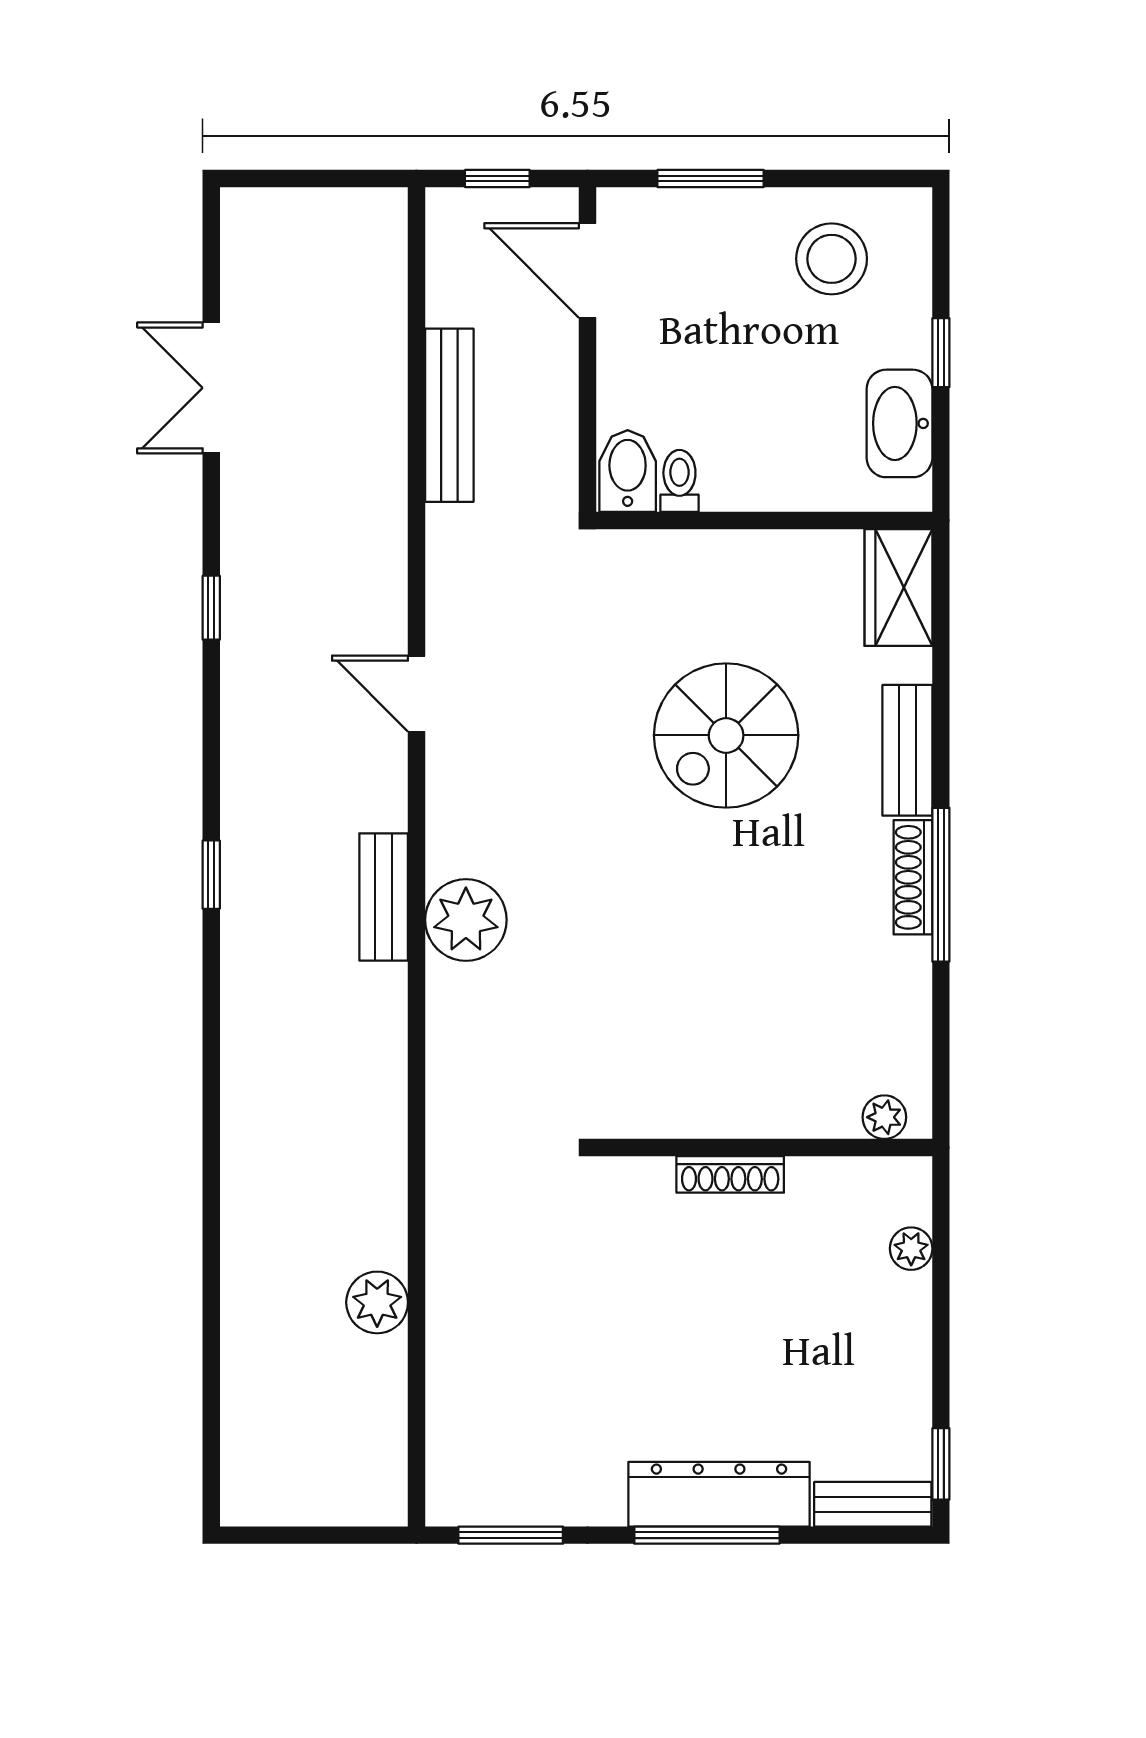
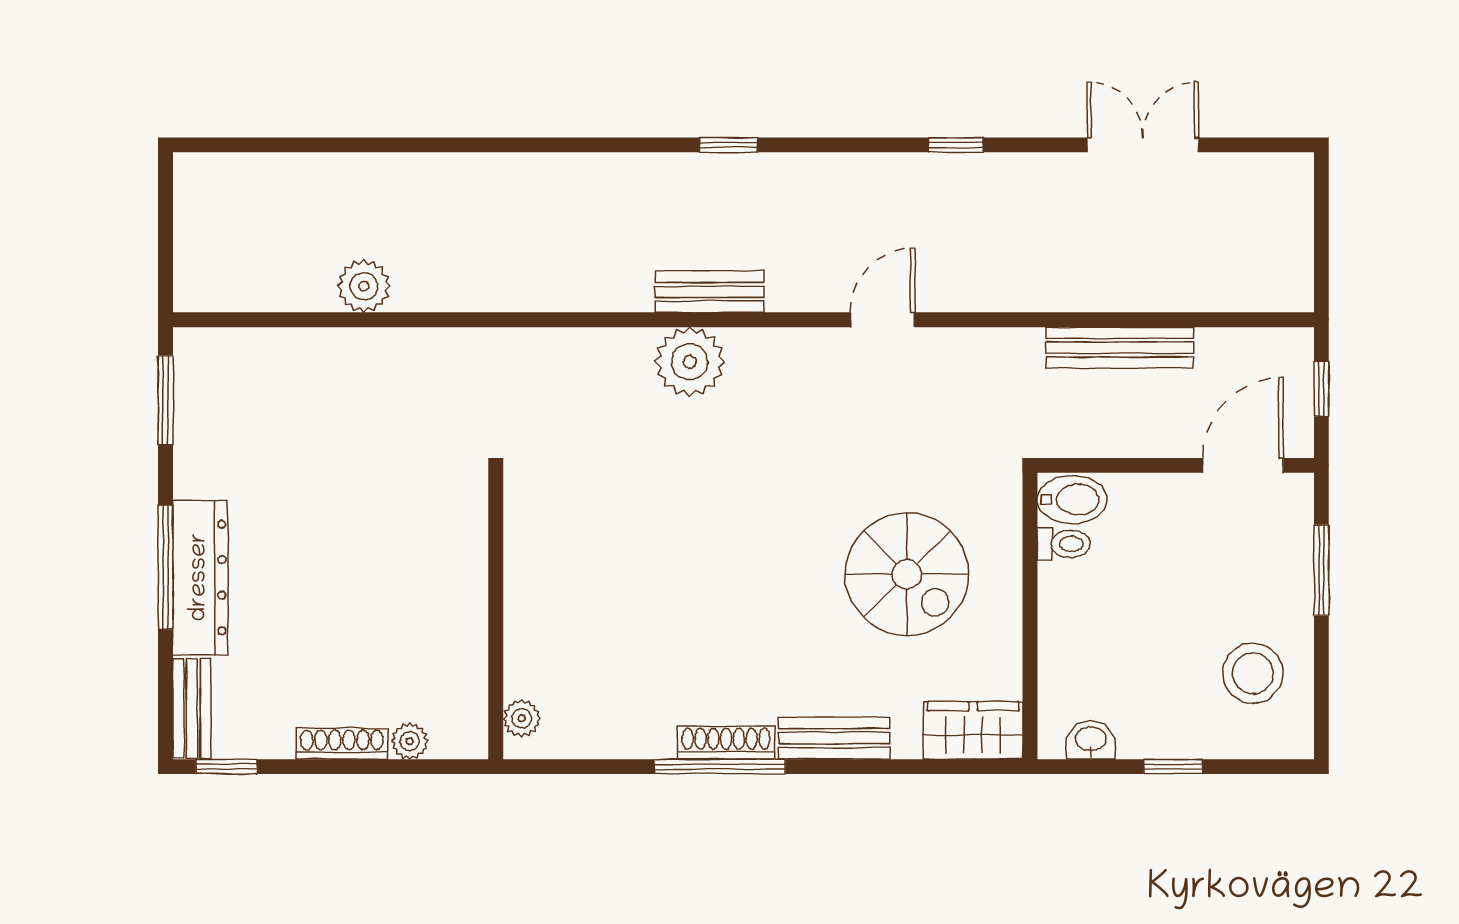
washbasin: (899, 423) -> (1091, 740), width x0.52, depth x0.69
spiral stairs: (726, 735) -> (907, 574), moved, turned 180
shoe rack: (730, 1174) -> (342, 744), moved, turned 90

